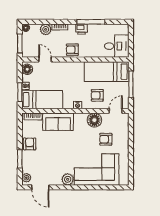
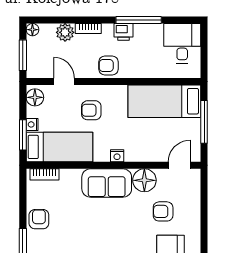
desk: (117, 46) -> (182, 43), moved, turned -90
armchair: (97, 95) -> (91, 110), moved
sofa: (58, 122) -> (107, 183), moved

